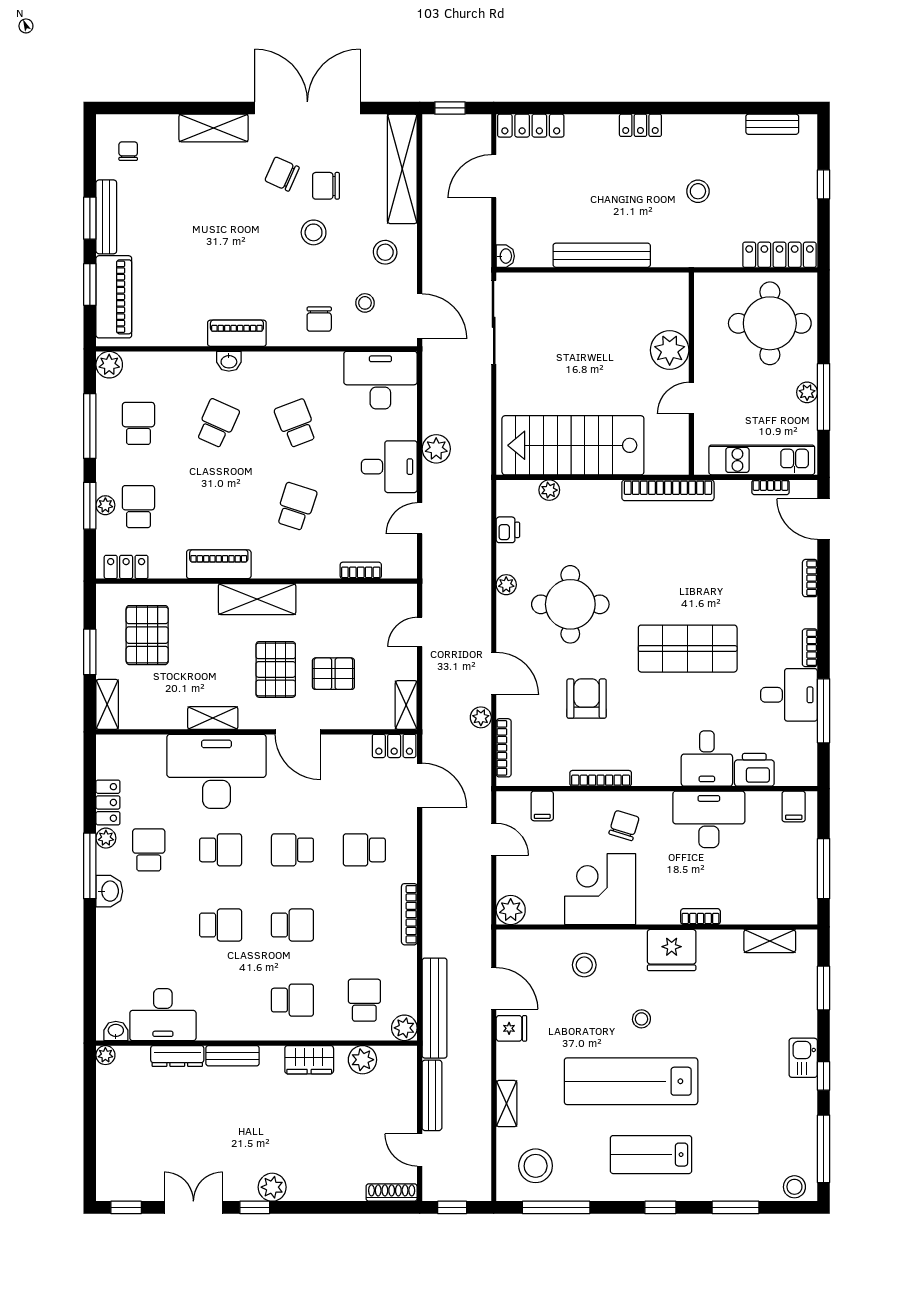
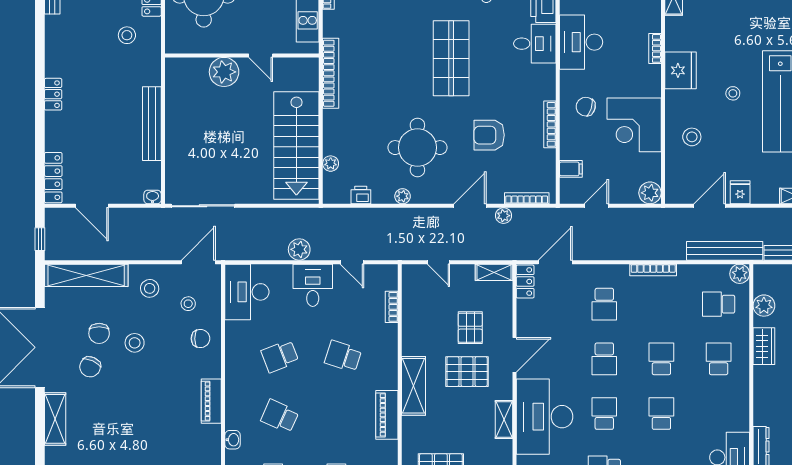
stool: (698, 191) -> (127, 35), moved
washbasin: (229, 361) -> (233, 440), moved
bench: (233, 1056) -> (761, 404), removed

